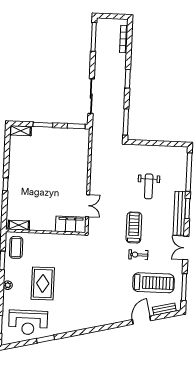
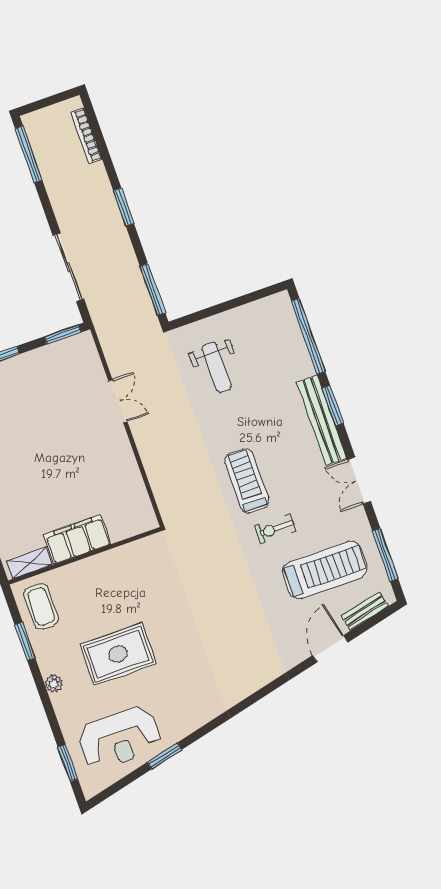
weight bench: (149, 186) -> (217, 367), moved
double door: (88, 206) -> (118, 401), moved
filing cabinet: (71, 224) -> (77, 539), moved
rug: (43, 283) -> (118, 654), turned 90

